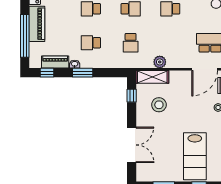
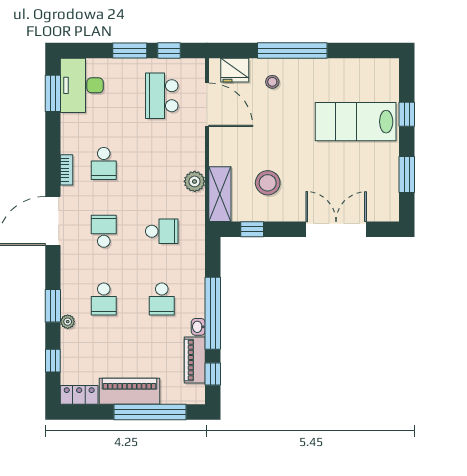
window: (83, 73) -> (213, 313), width x2.11
lab bench: (195, 156) -> (356, 122), turned 180

